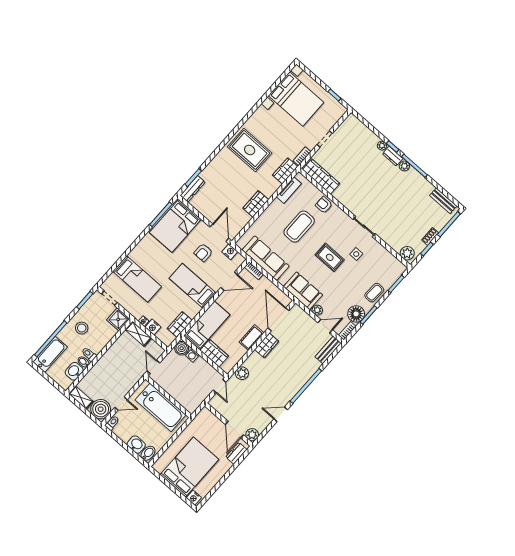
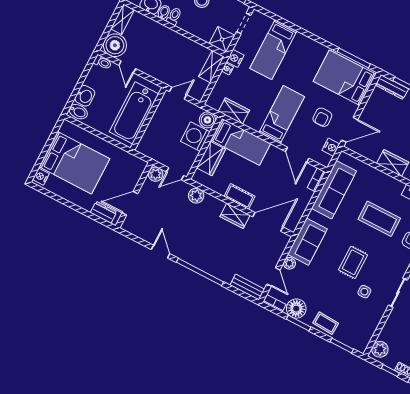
armchair: (203, 253) -> (322, 117), turned -91
nightstand: (153, 327) -> (235, 58), moved
washing machine: (192, 355) -> (195, 137), width x1.89, depth x1.89
plant: (252, 435) -> (155, 174), moved

